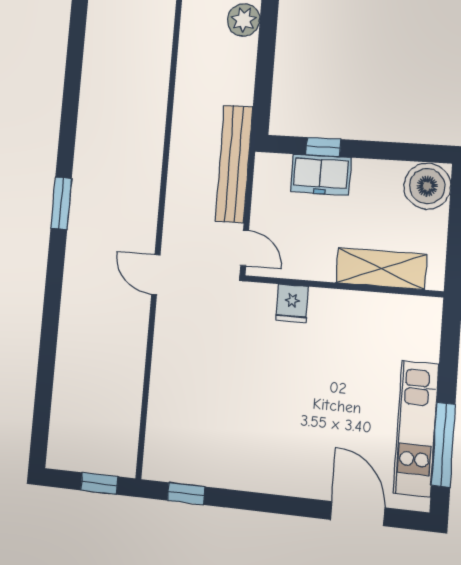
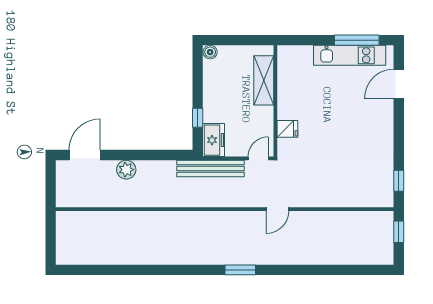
freezer: (321, 175) -> (214, 140), moved
boiler: (427, 186) -> (210, 52), width x0.54, depth x0.54

